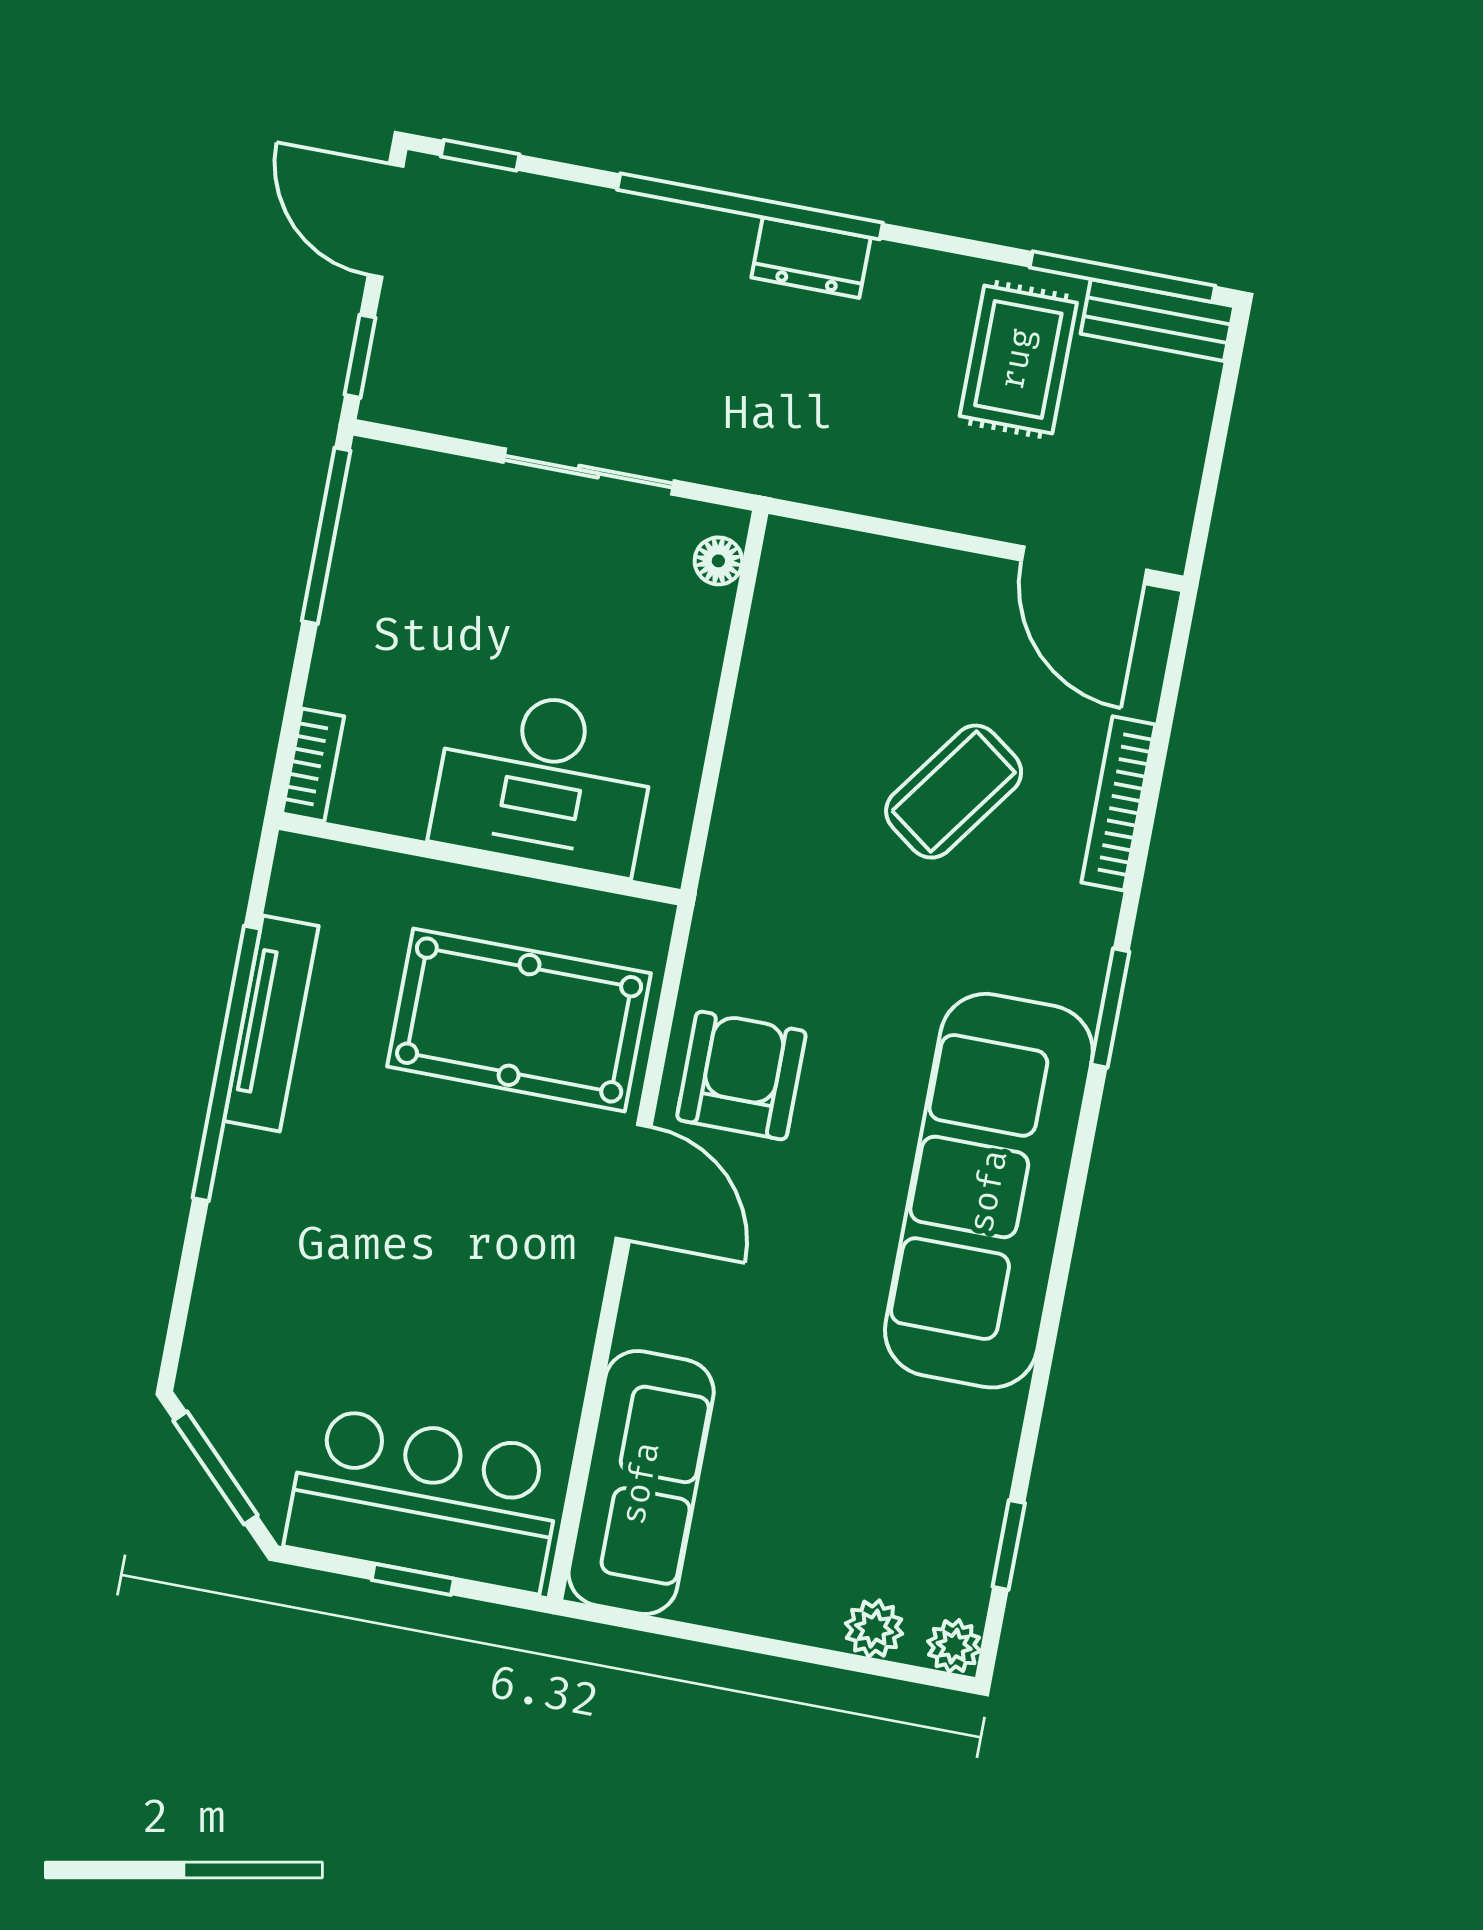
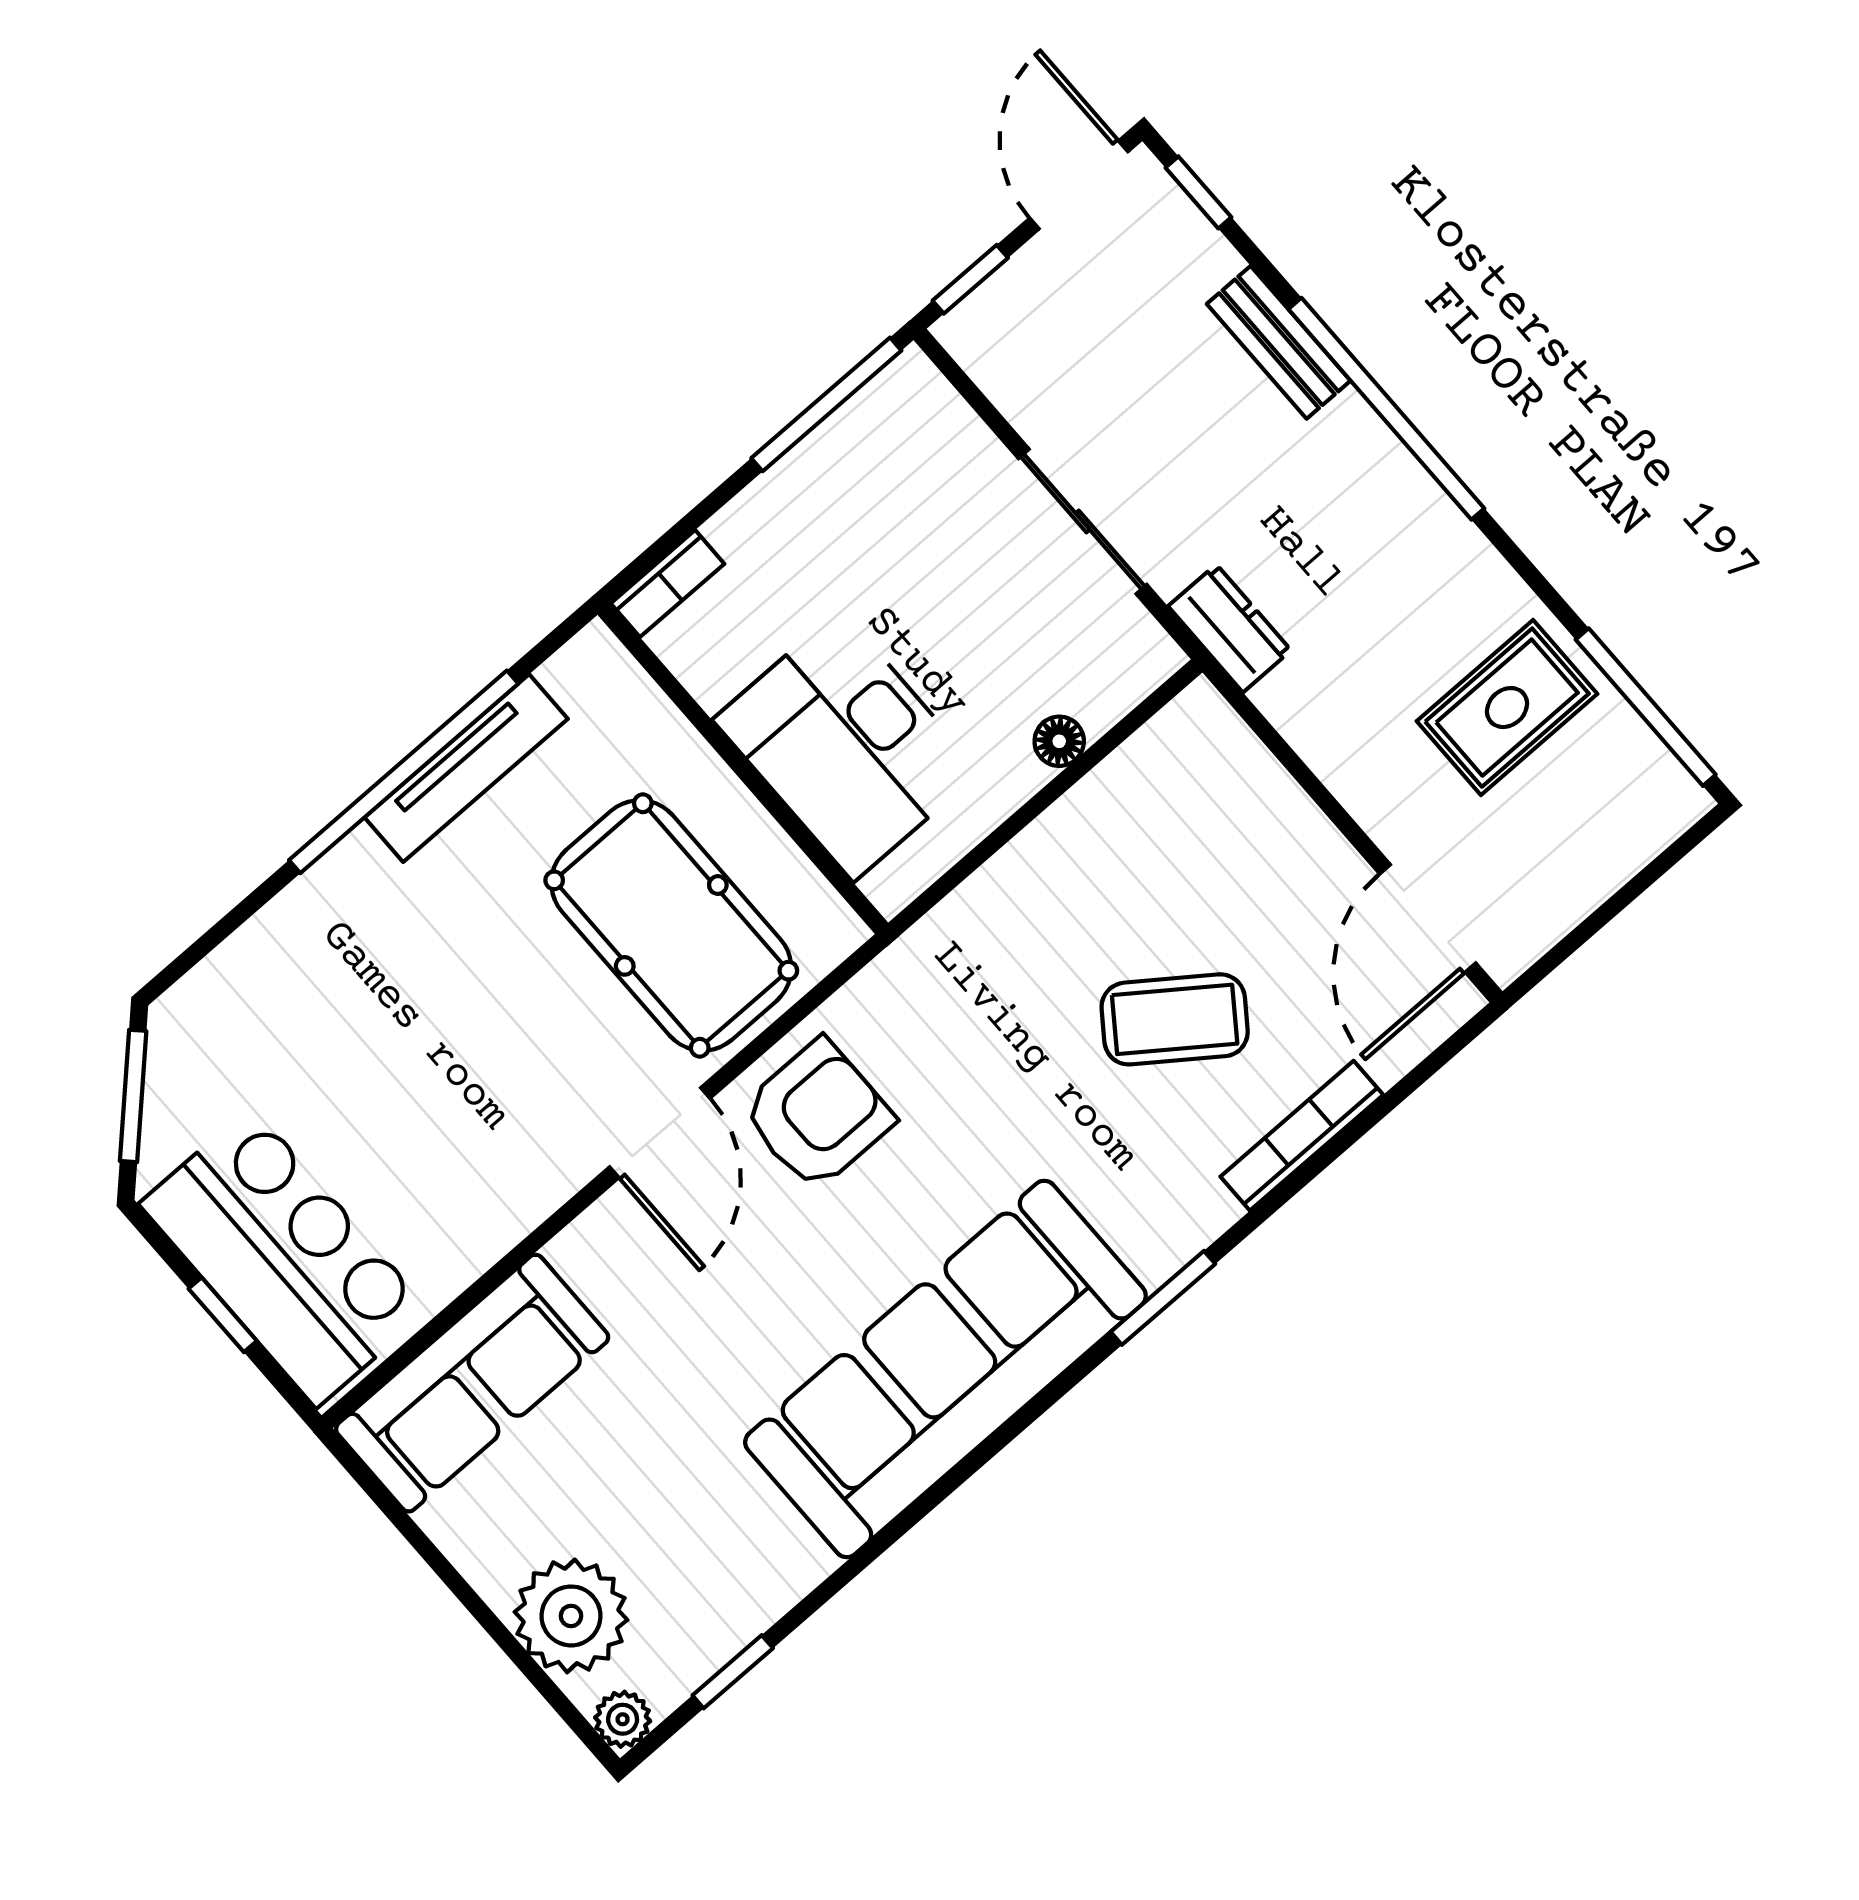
dresser: (811, 258) -> (1230, 628), moved, turned 180
bench: (1157, 320) -> (1279, 342), moved
floor lamp: (718, 561) -> (1059, 741), moved
plant: (874, 1629) -> (571, 1616), width x1.88, depth x1.88

